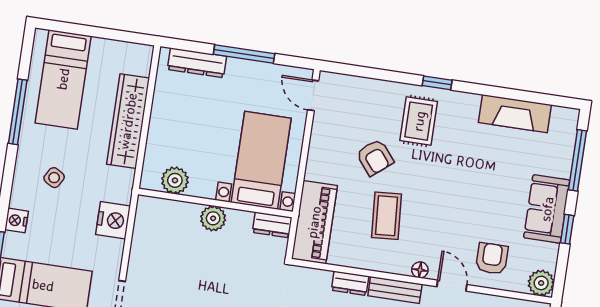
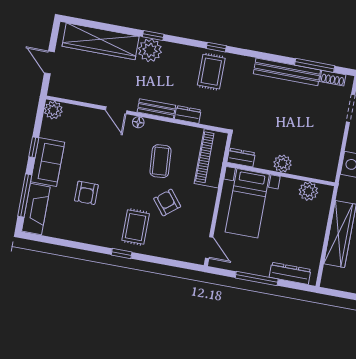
fireplace: (515, 114) -> (36, 209), moved, turned 90
armchair: (492, 259) -> (86, 193), moved

